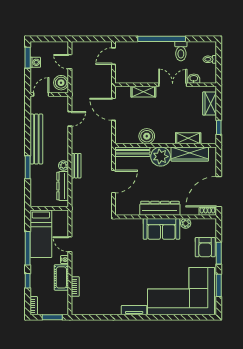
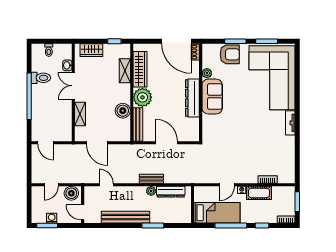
door: (113, 109) -> (97, 143), hinge flipped

